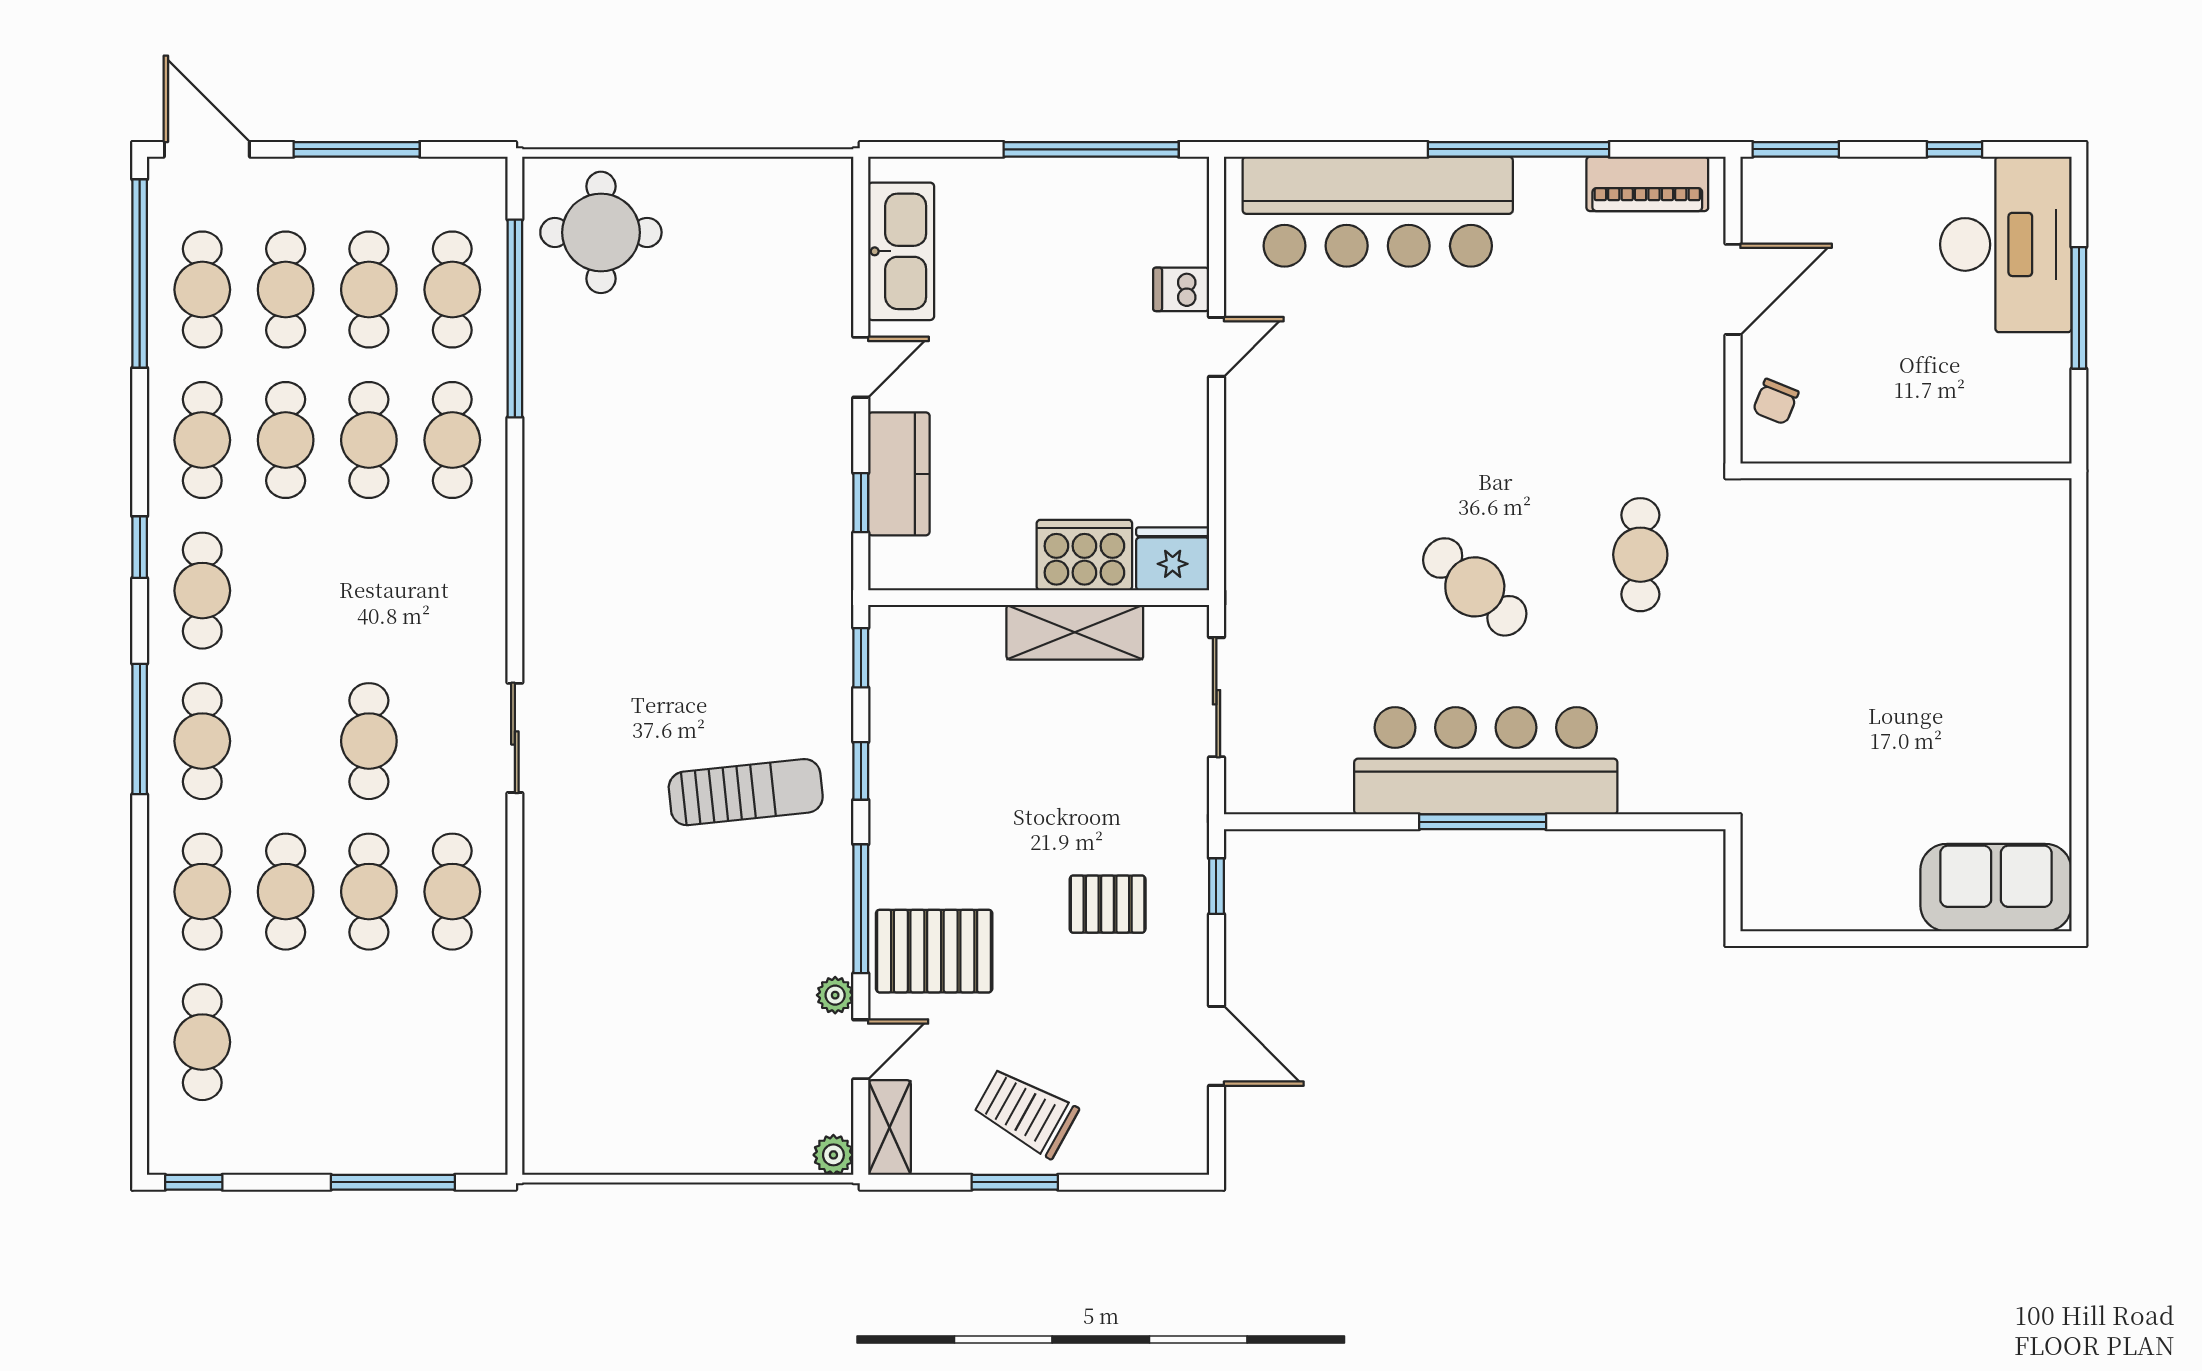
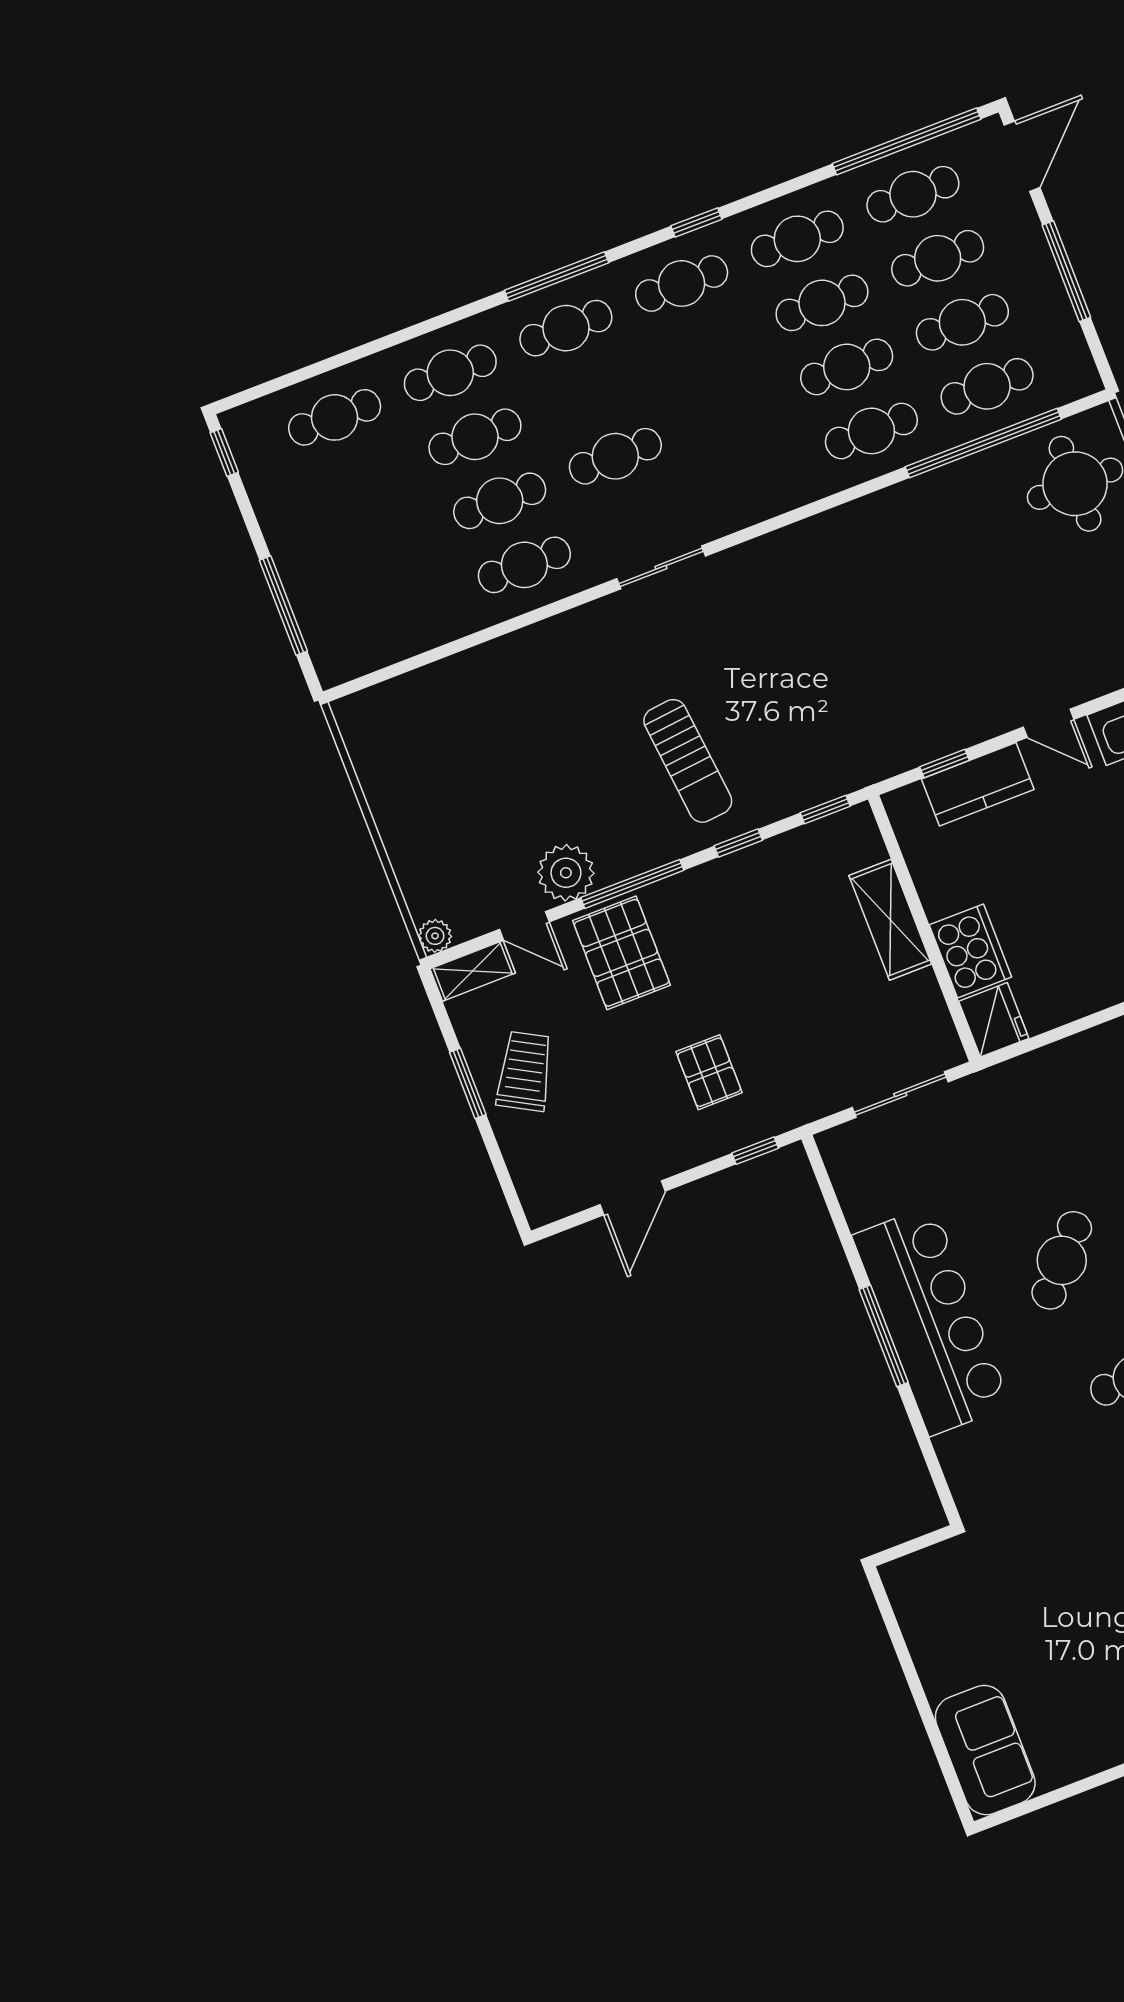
shelving: (1075, 632) -> (890, 920), moved
plant: (835, 995) -> (566, 873), width x1.87, depth x1.87

